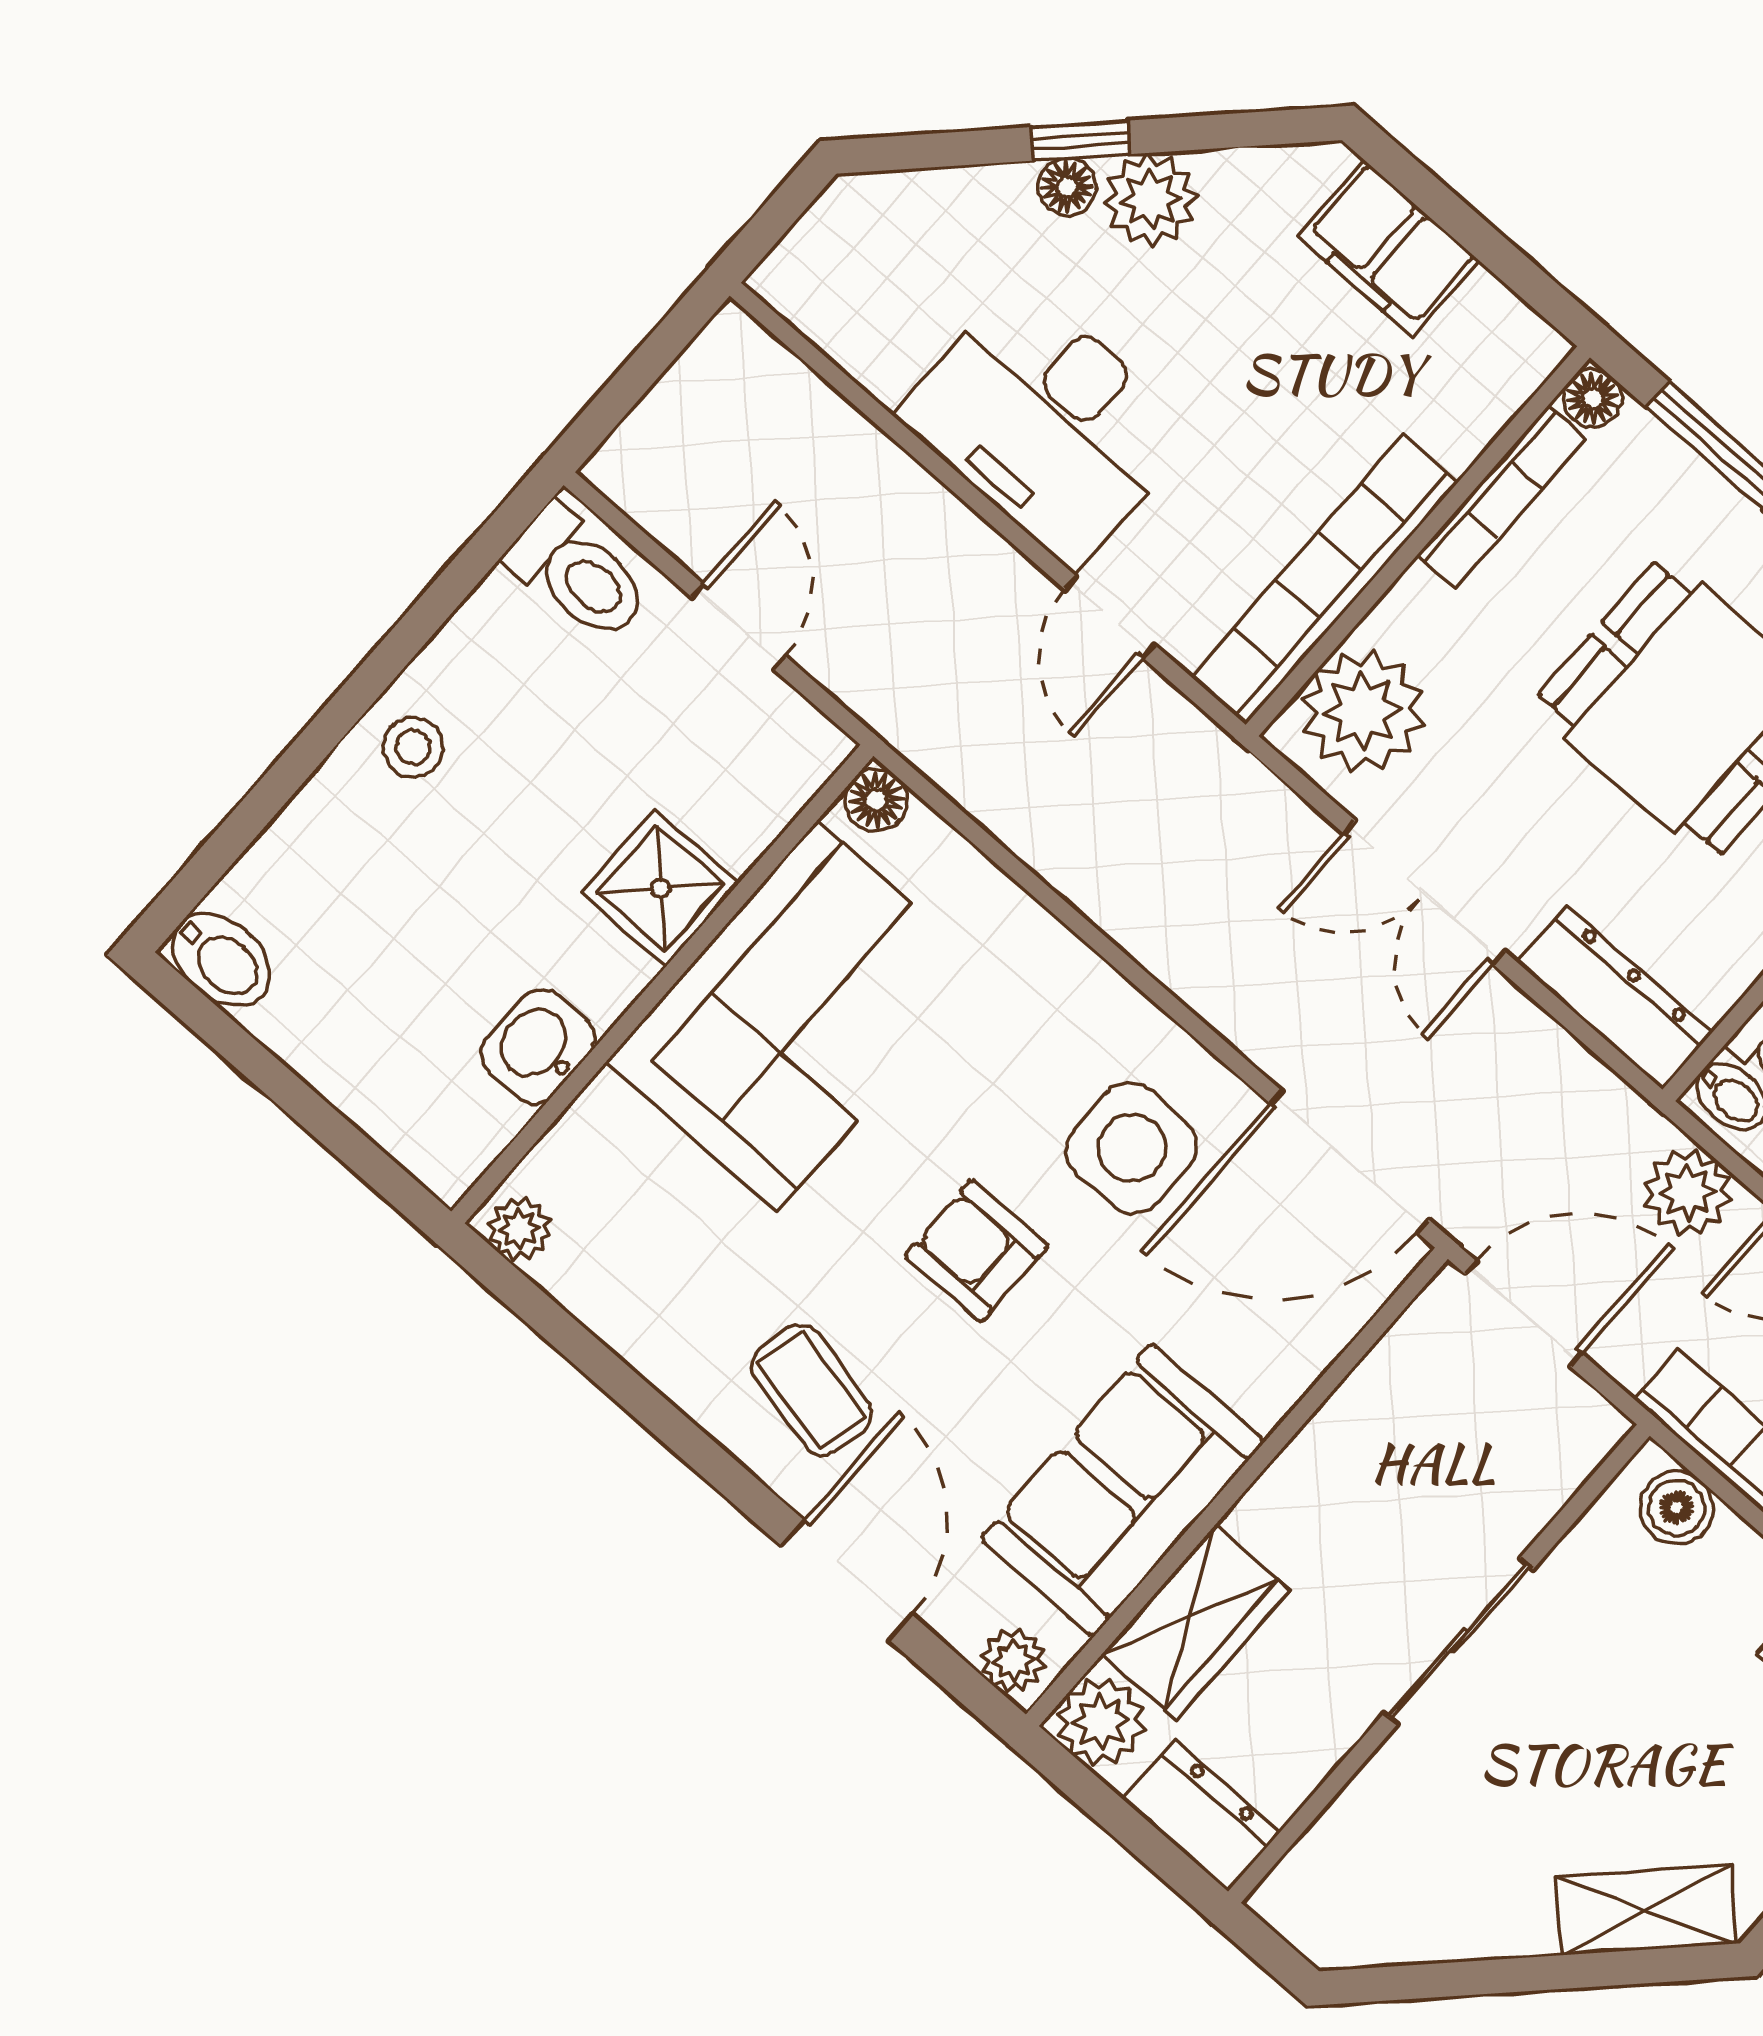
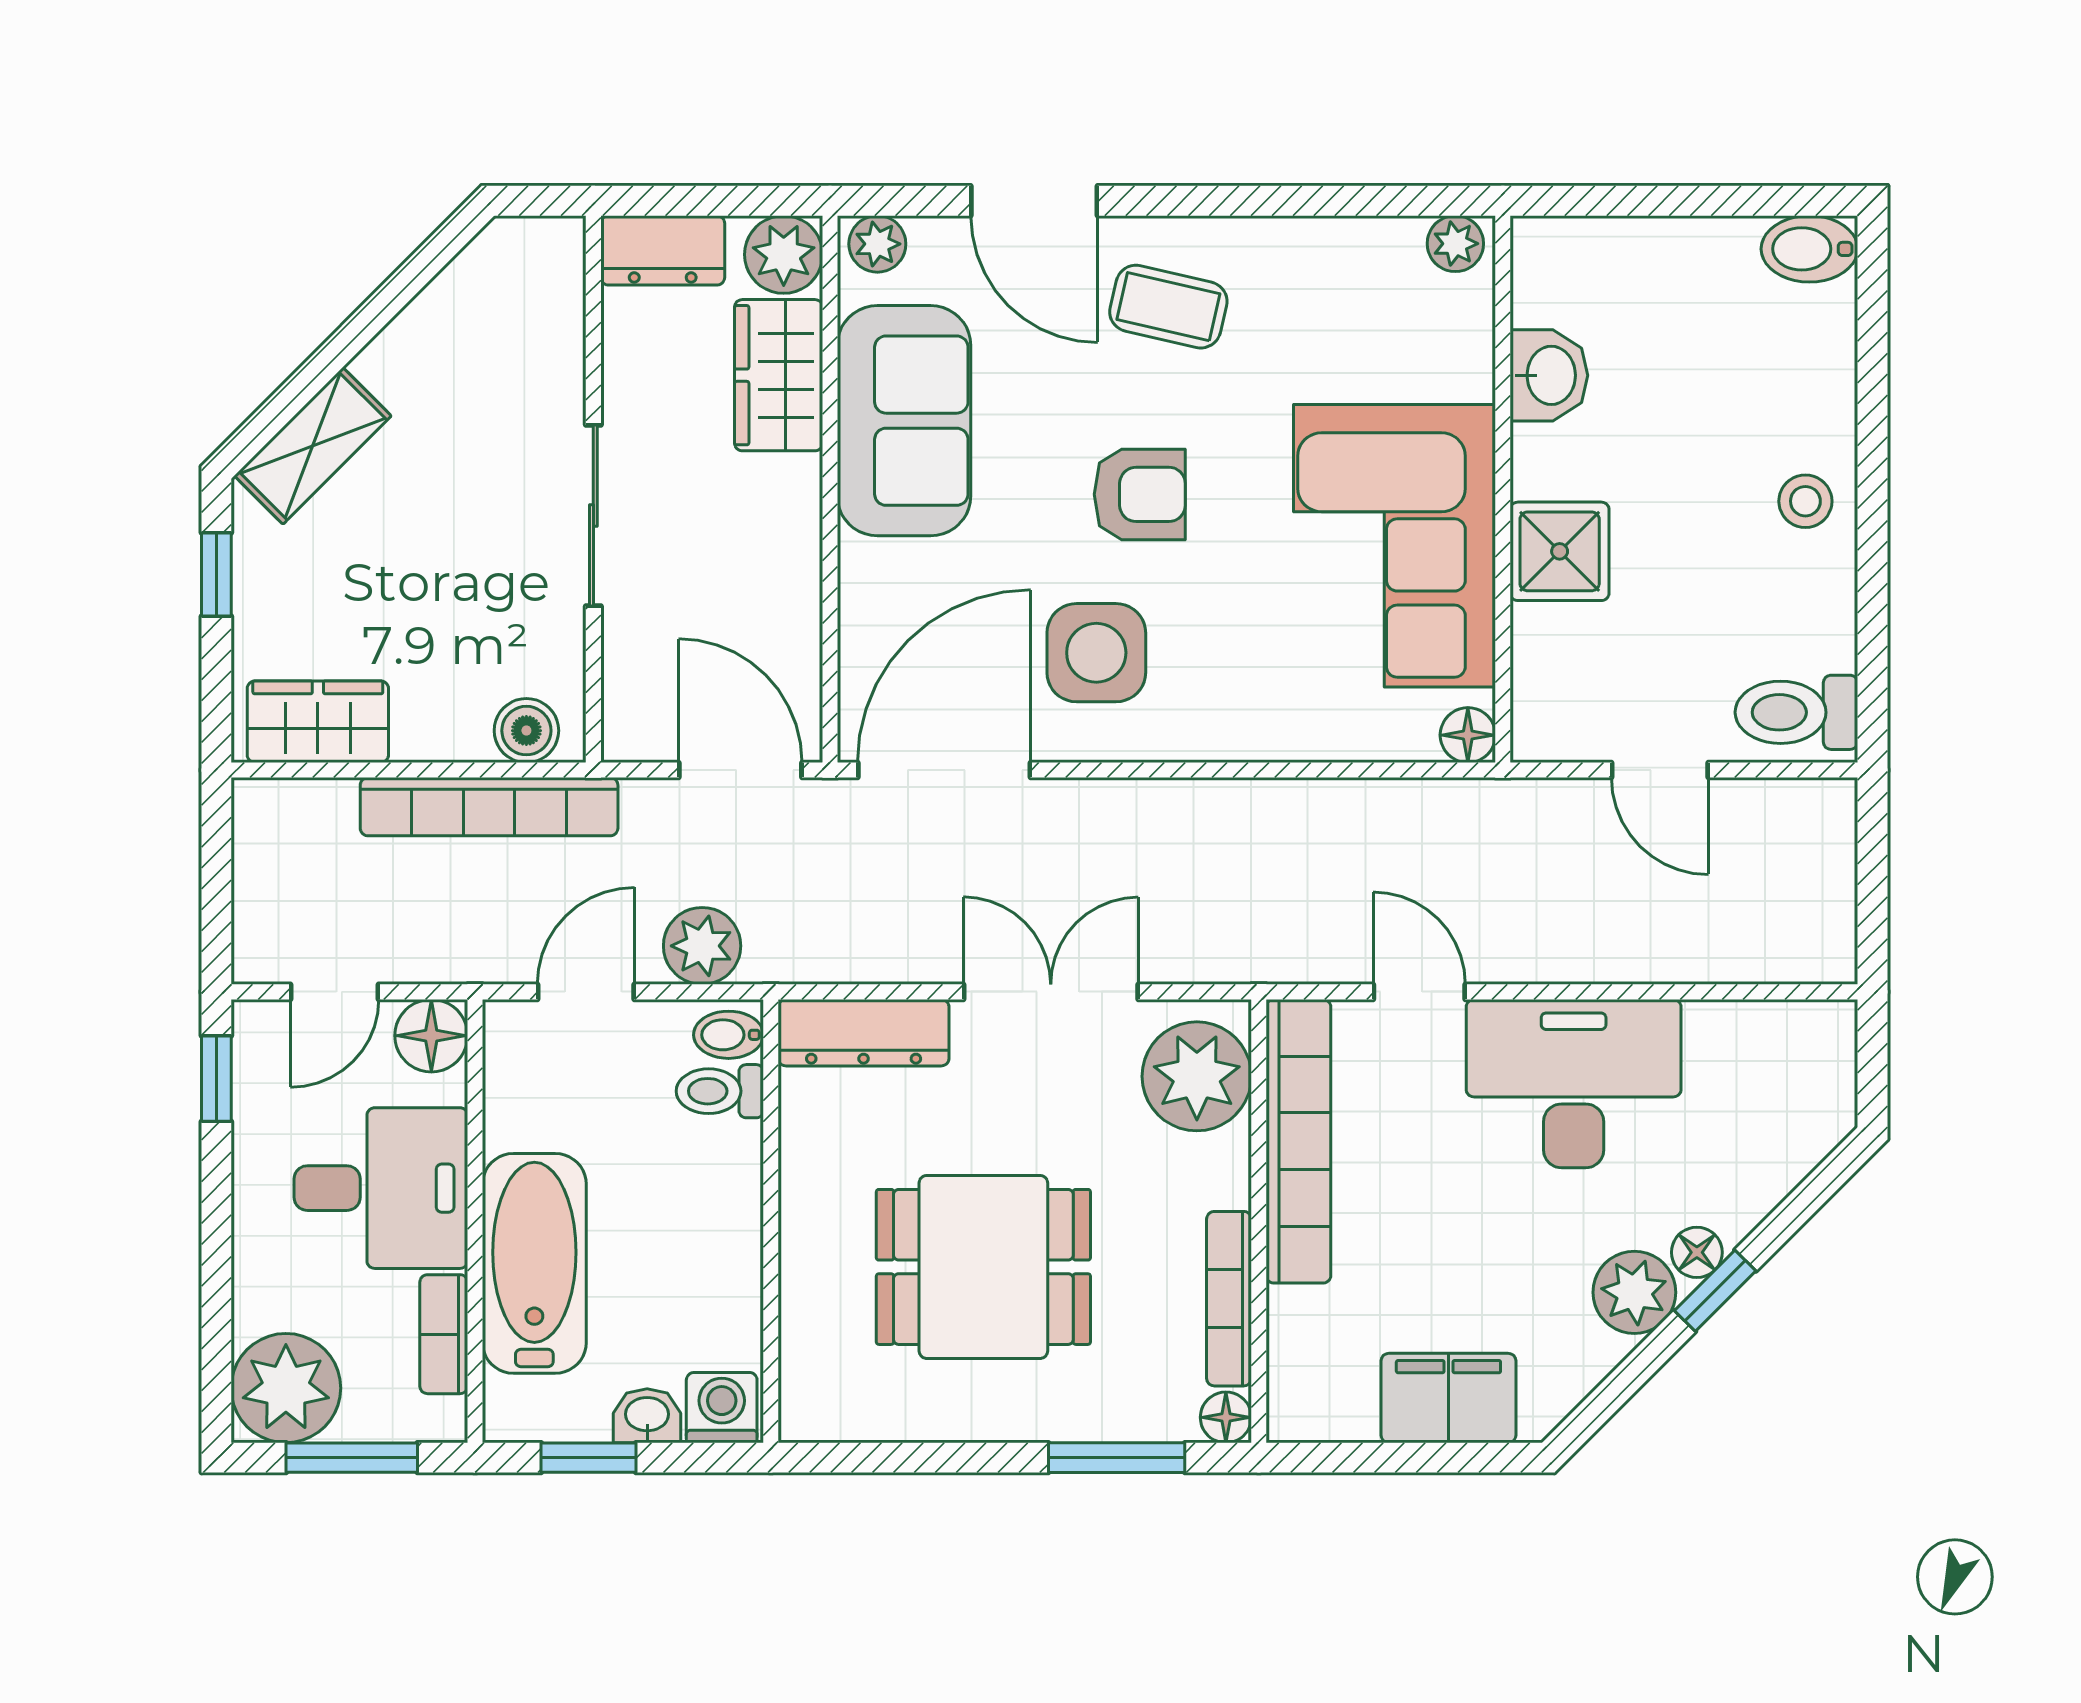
door: (1523, 1314) -> (740, 770), swing flipped

